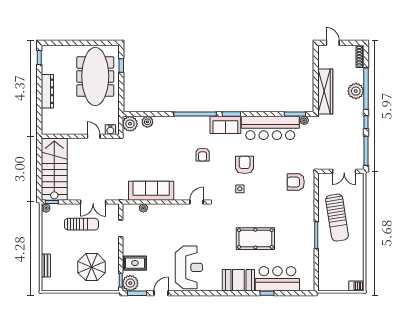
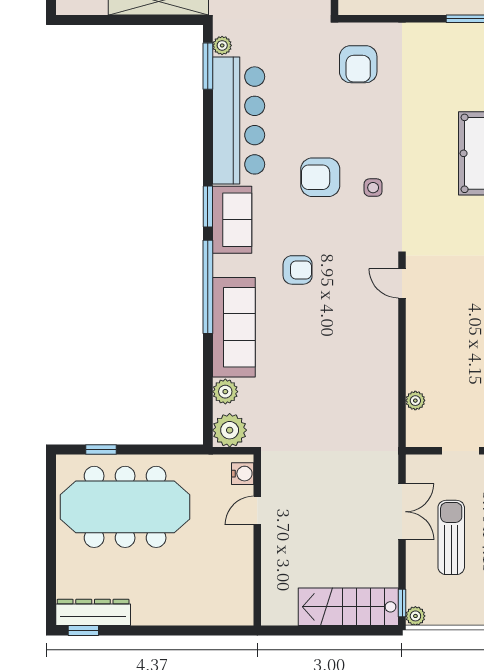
dresser: (47, 91) -> (93, 612), moved
stairs: (54, 169) -> (348, 607), width x0.73, depth x0.66
sofa: (151, 191) -> (234, 327), moved, turned 180

